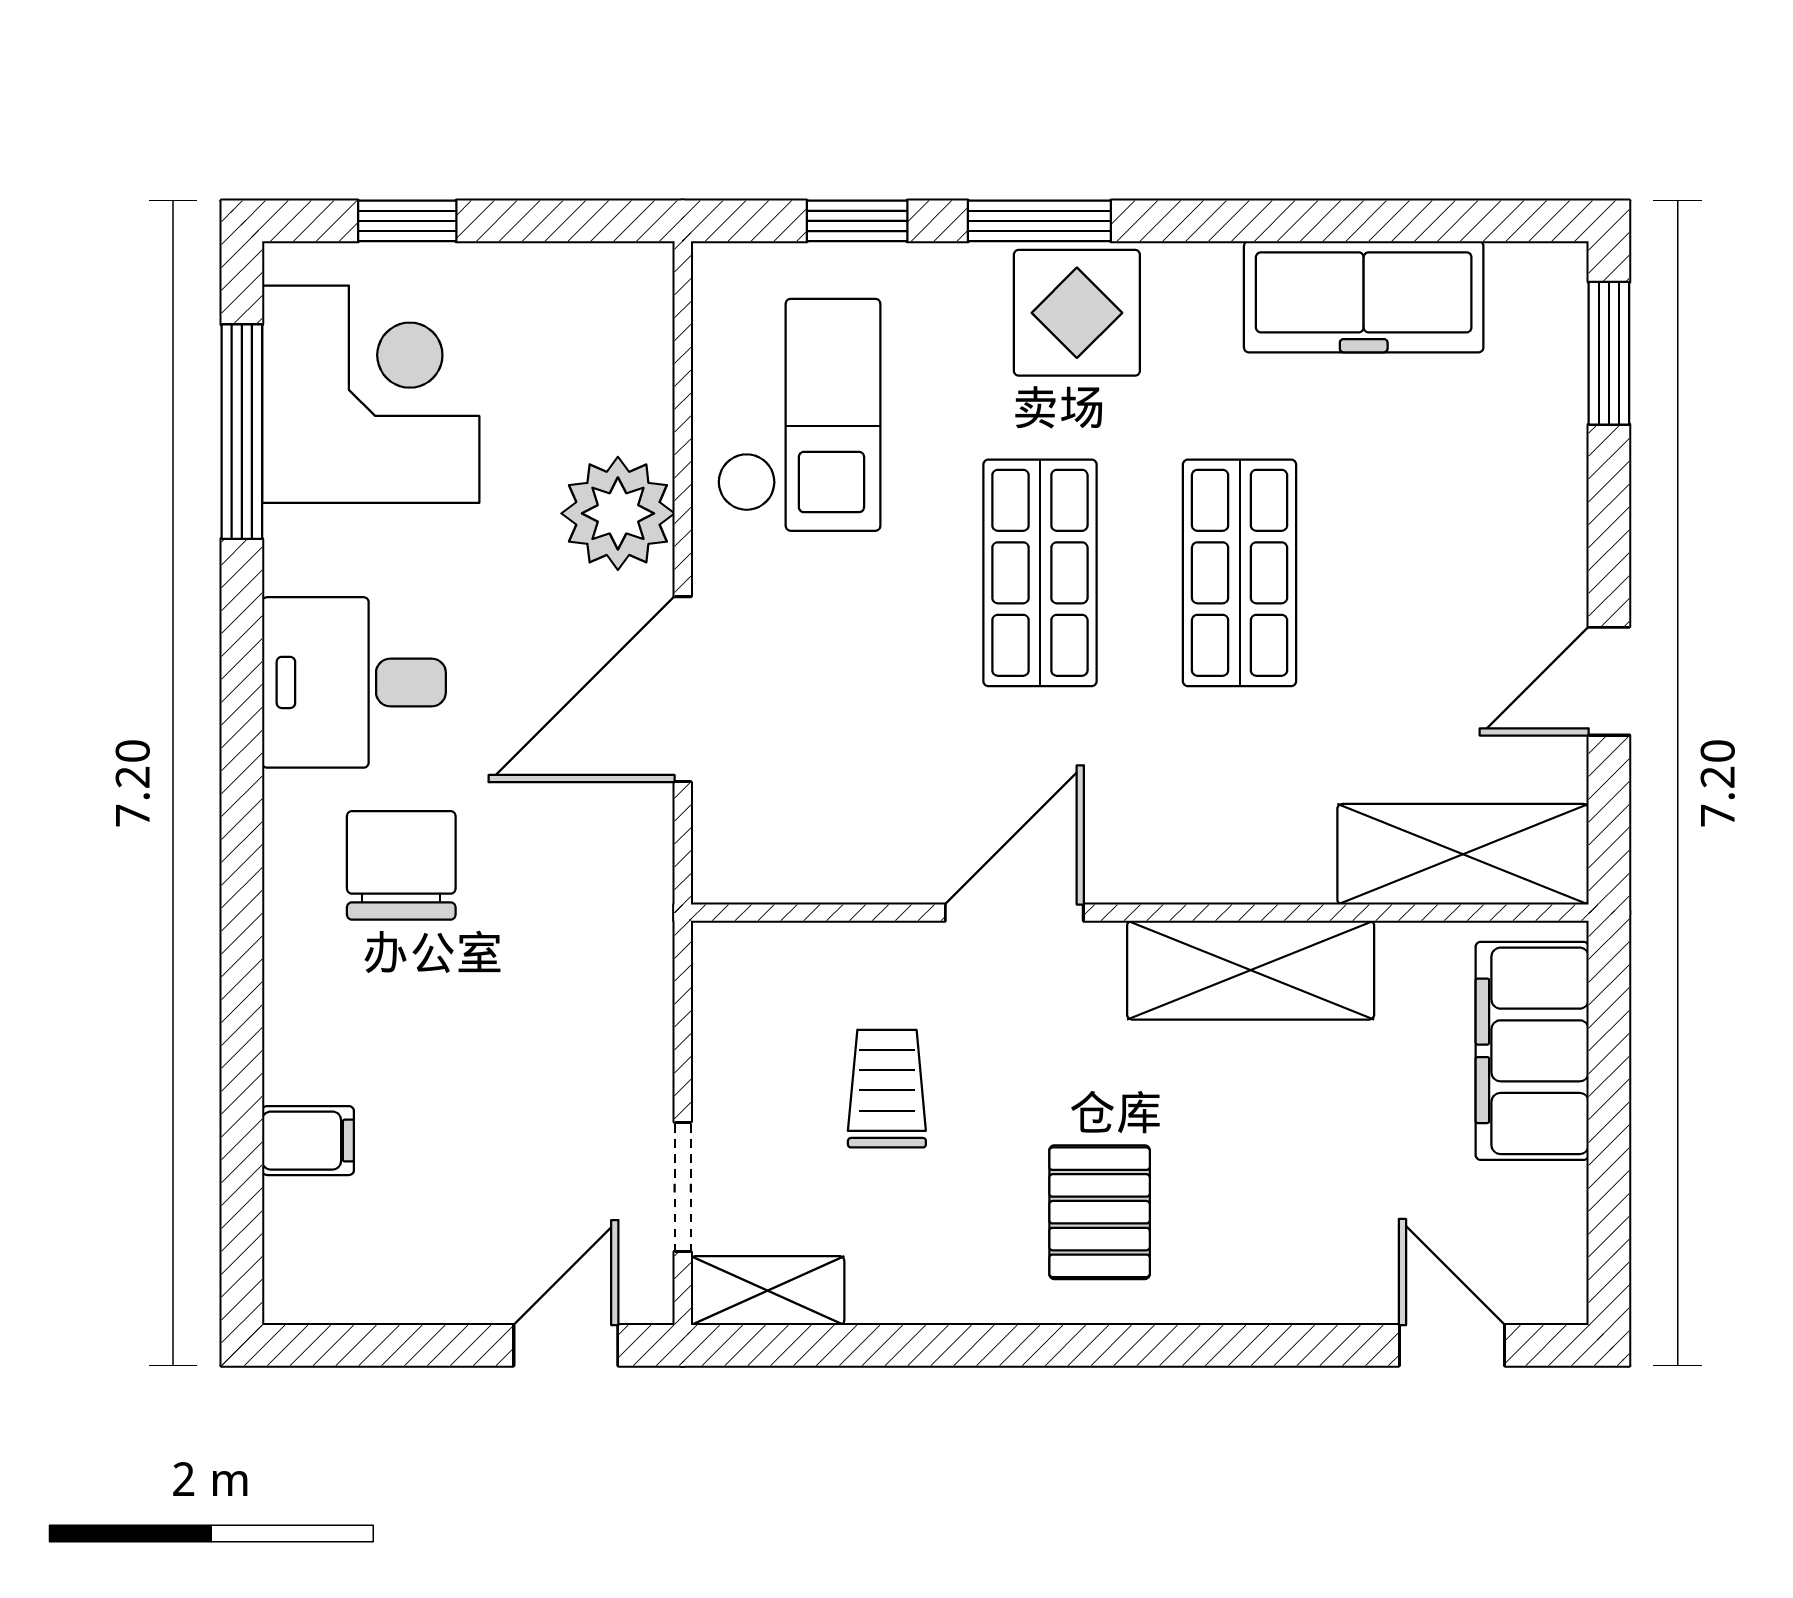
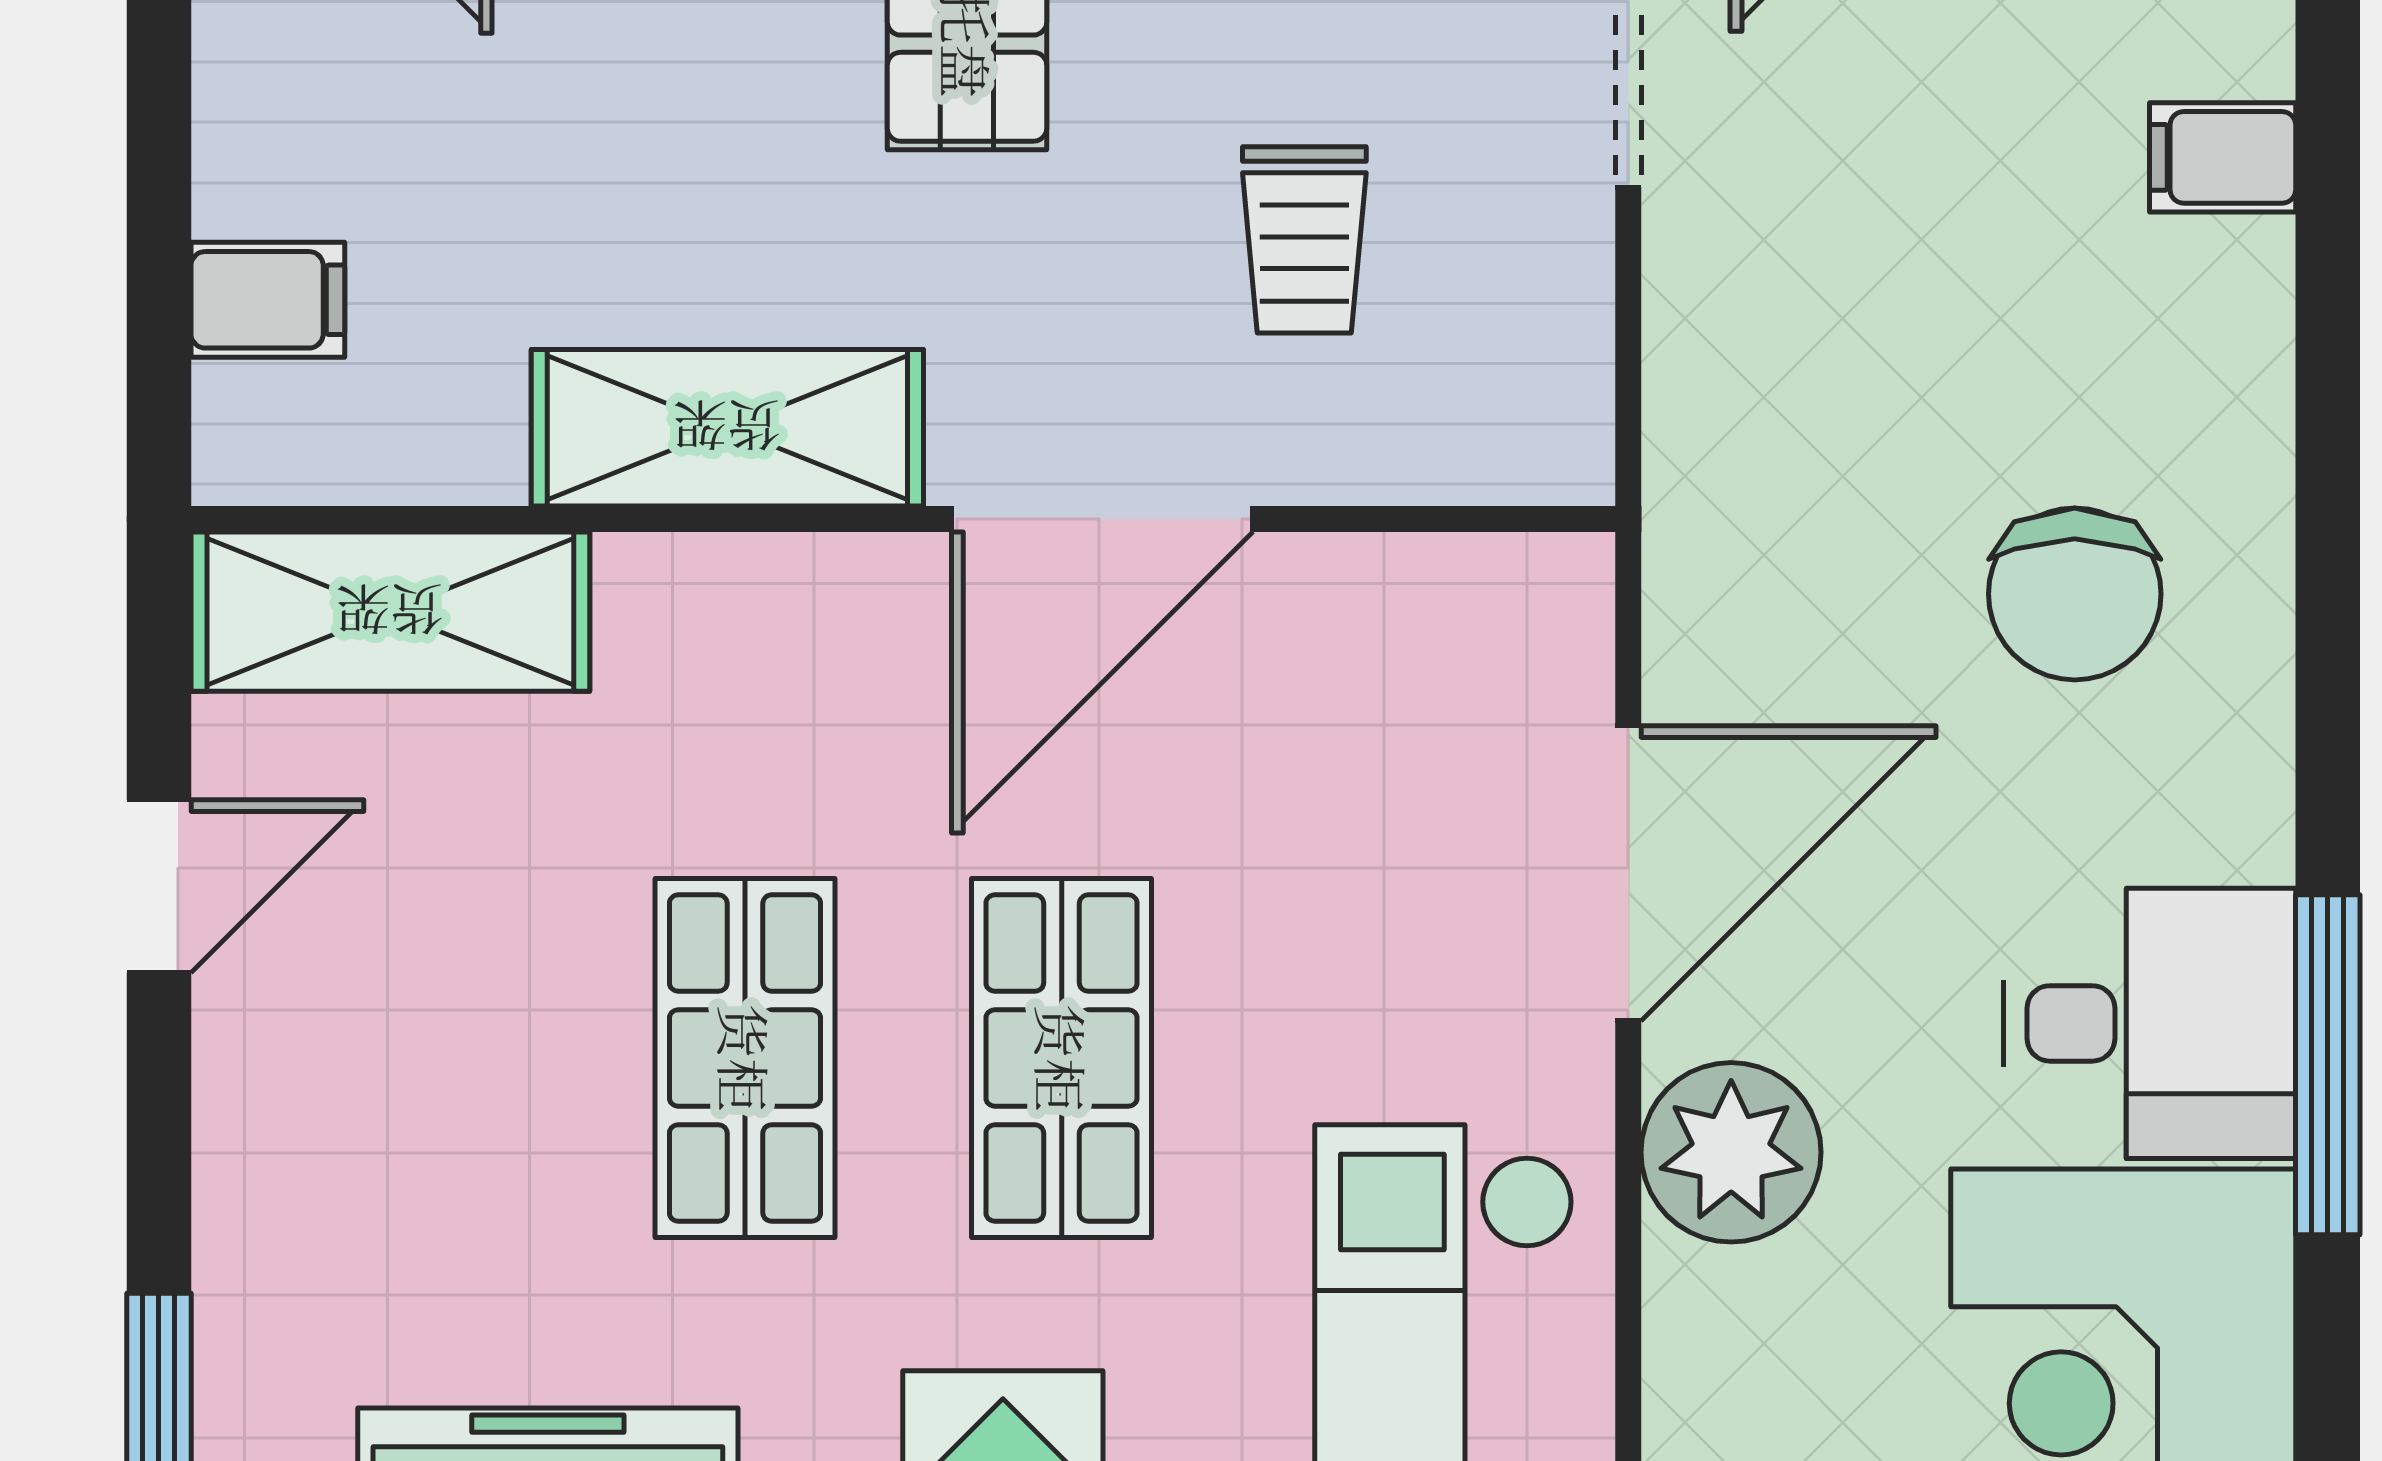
window: (242, 432) -> (2328, 1065), moved
desk: (354, 682) -> (2150, 1023), moved
door: (1014, 913) -> (1102, 519), width x1.36
filing cabinet: (1532, 1051) -> (268, 300), width x0.33, depth x0.86

